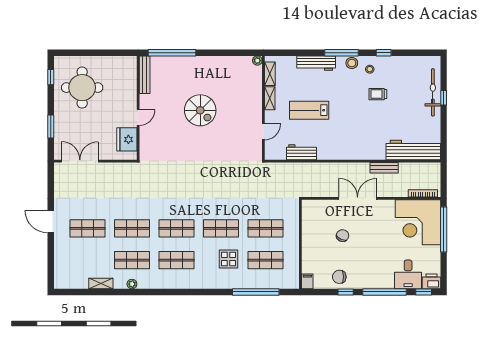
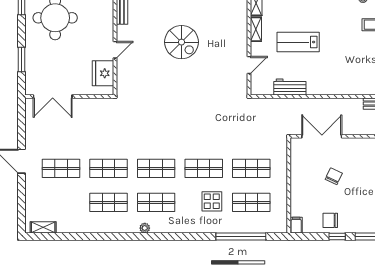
double door: (80, 161) -> (53, 97), swing flipped
double door: (358, 198) -> (322, 136), moved
shelving: (101, 283) -> (43, 227), moved
plant: (132, 284) -> (145, 228), moved

